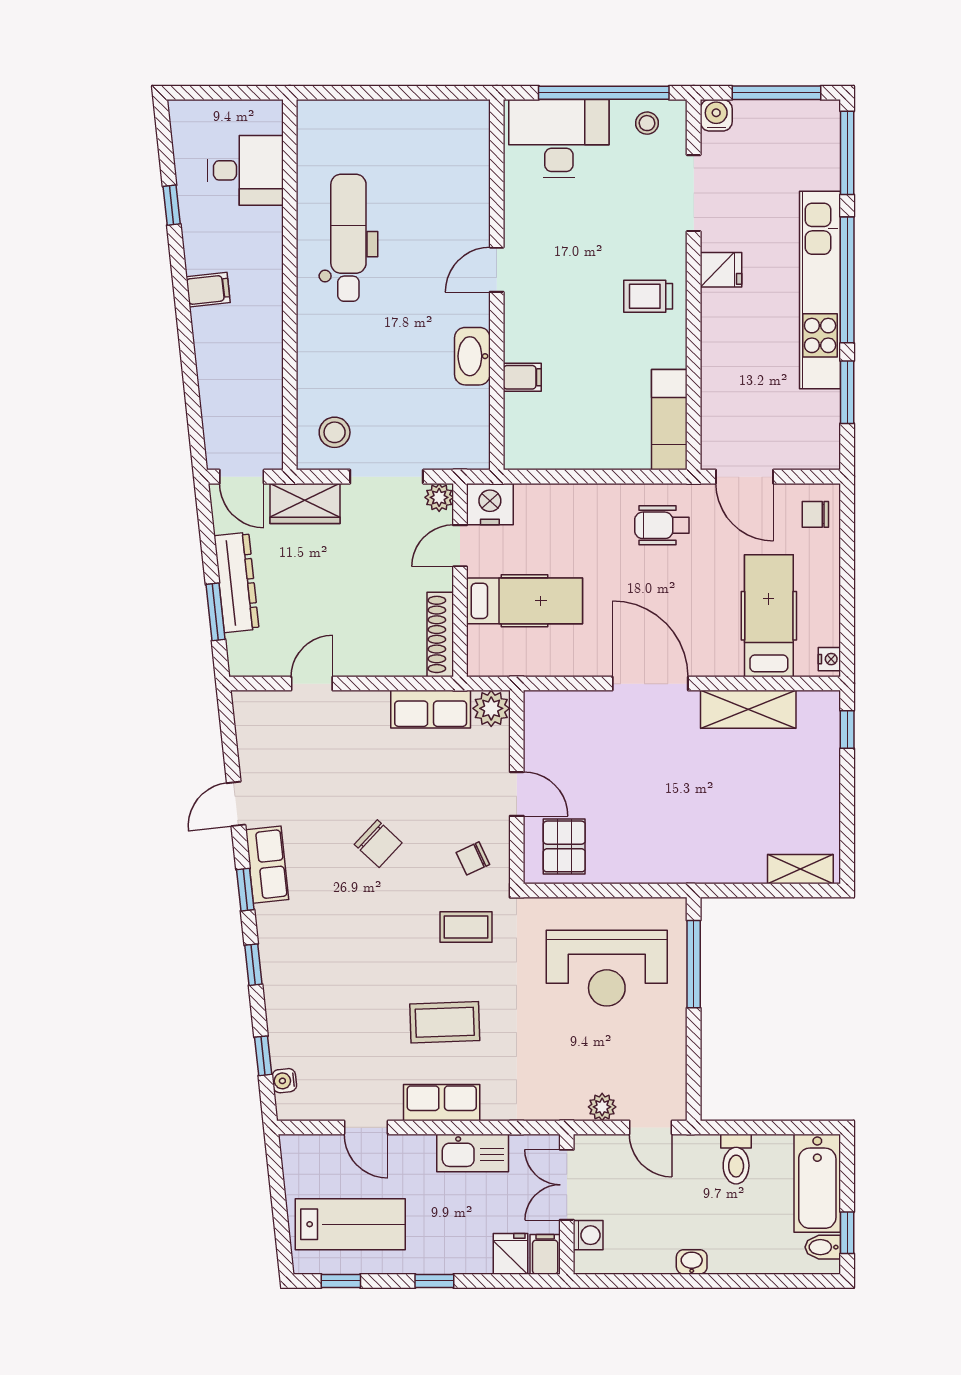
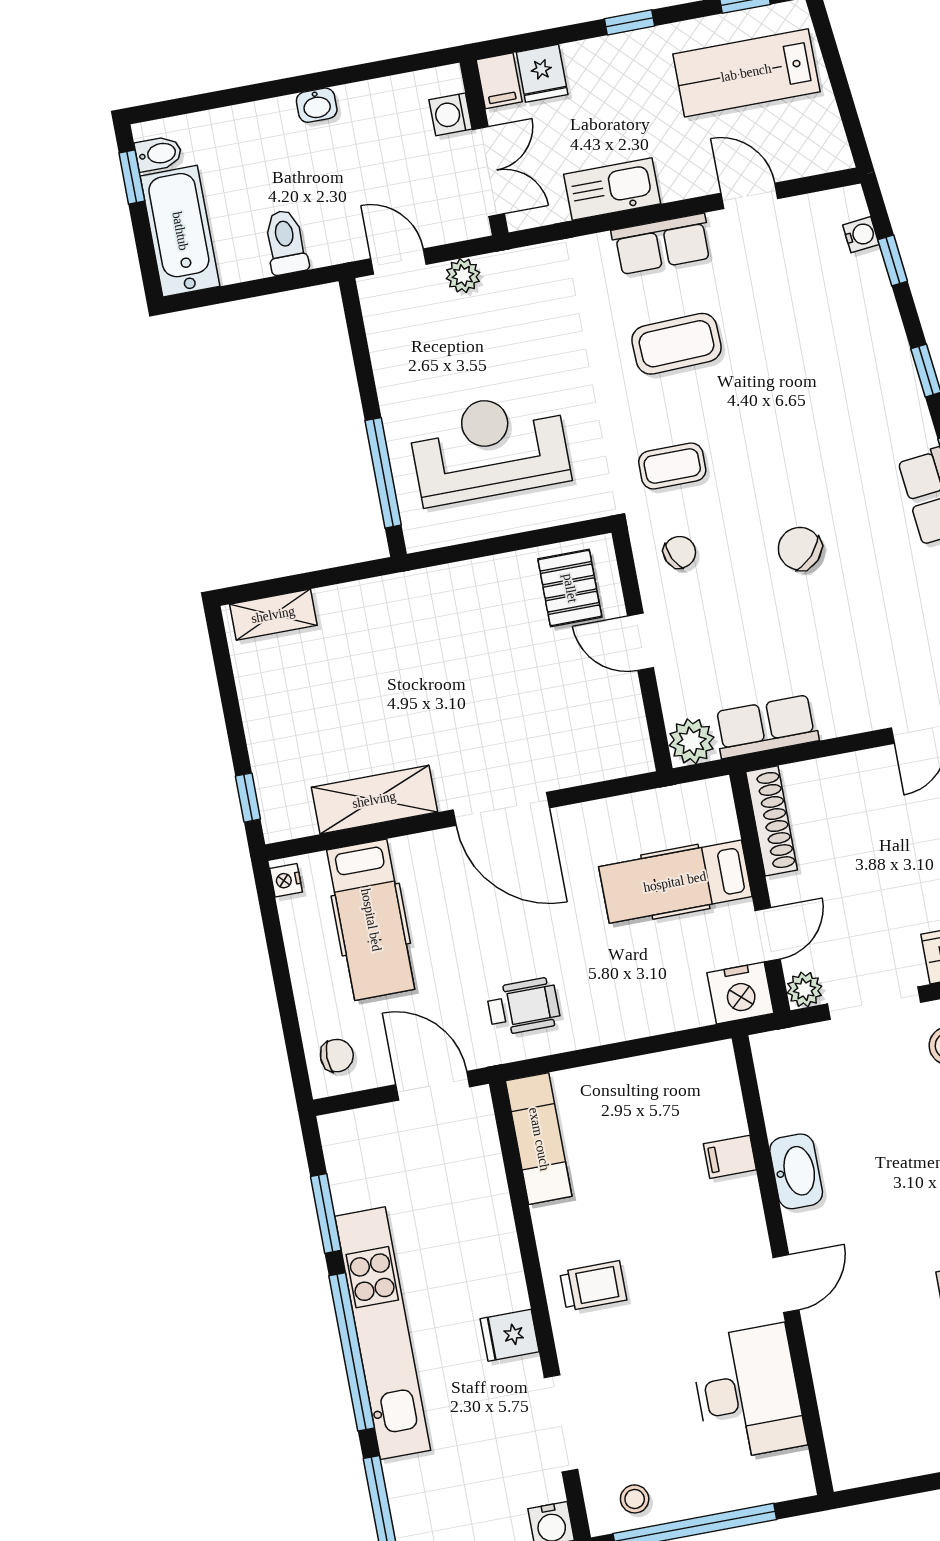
desk: (559, 139) -> (748, 1392), moved, turned -90

